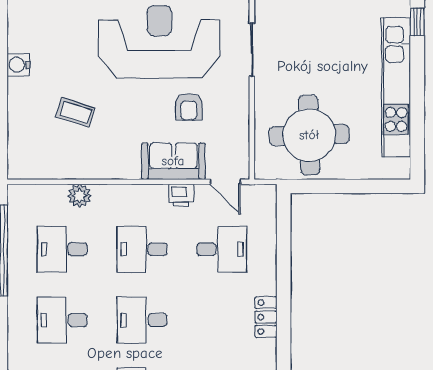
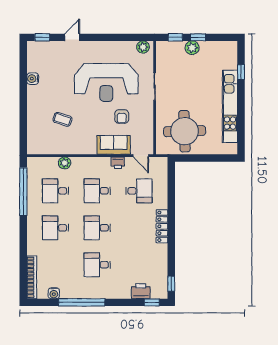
reception desk: (159, 42) -> (106, 82), turned 180
water cooler: (18, 65) -> (33, 79), moved
locker: (266, 317) -> (162, 226), width x1.53

